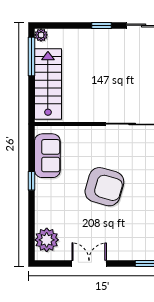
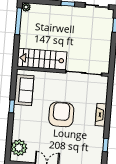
stairs: (48, 84) -> (42, 59), moved, turned -90
armchair: (104, 187) -> (61, 114), turned -106

